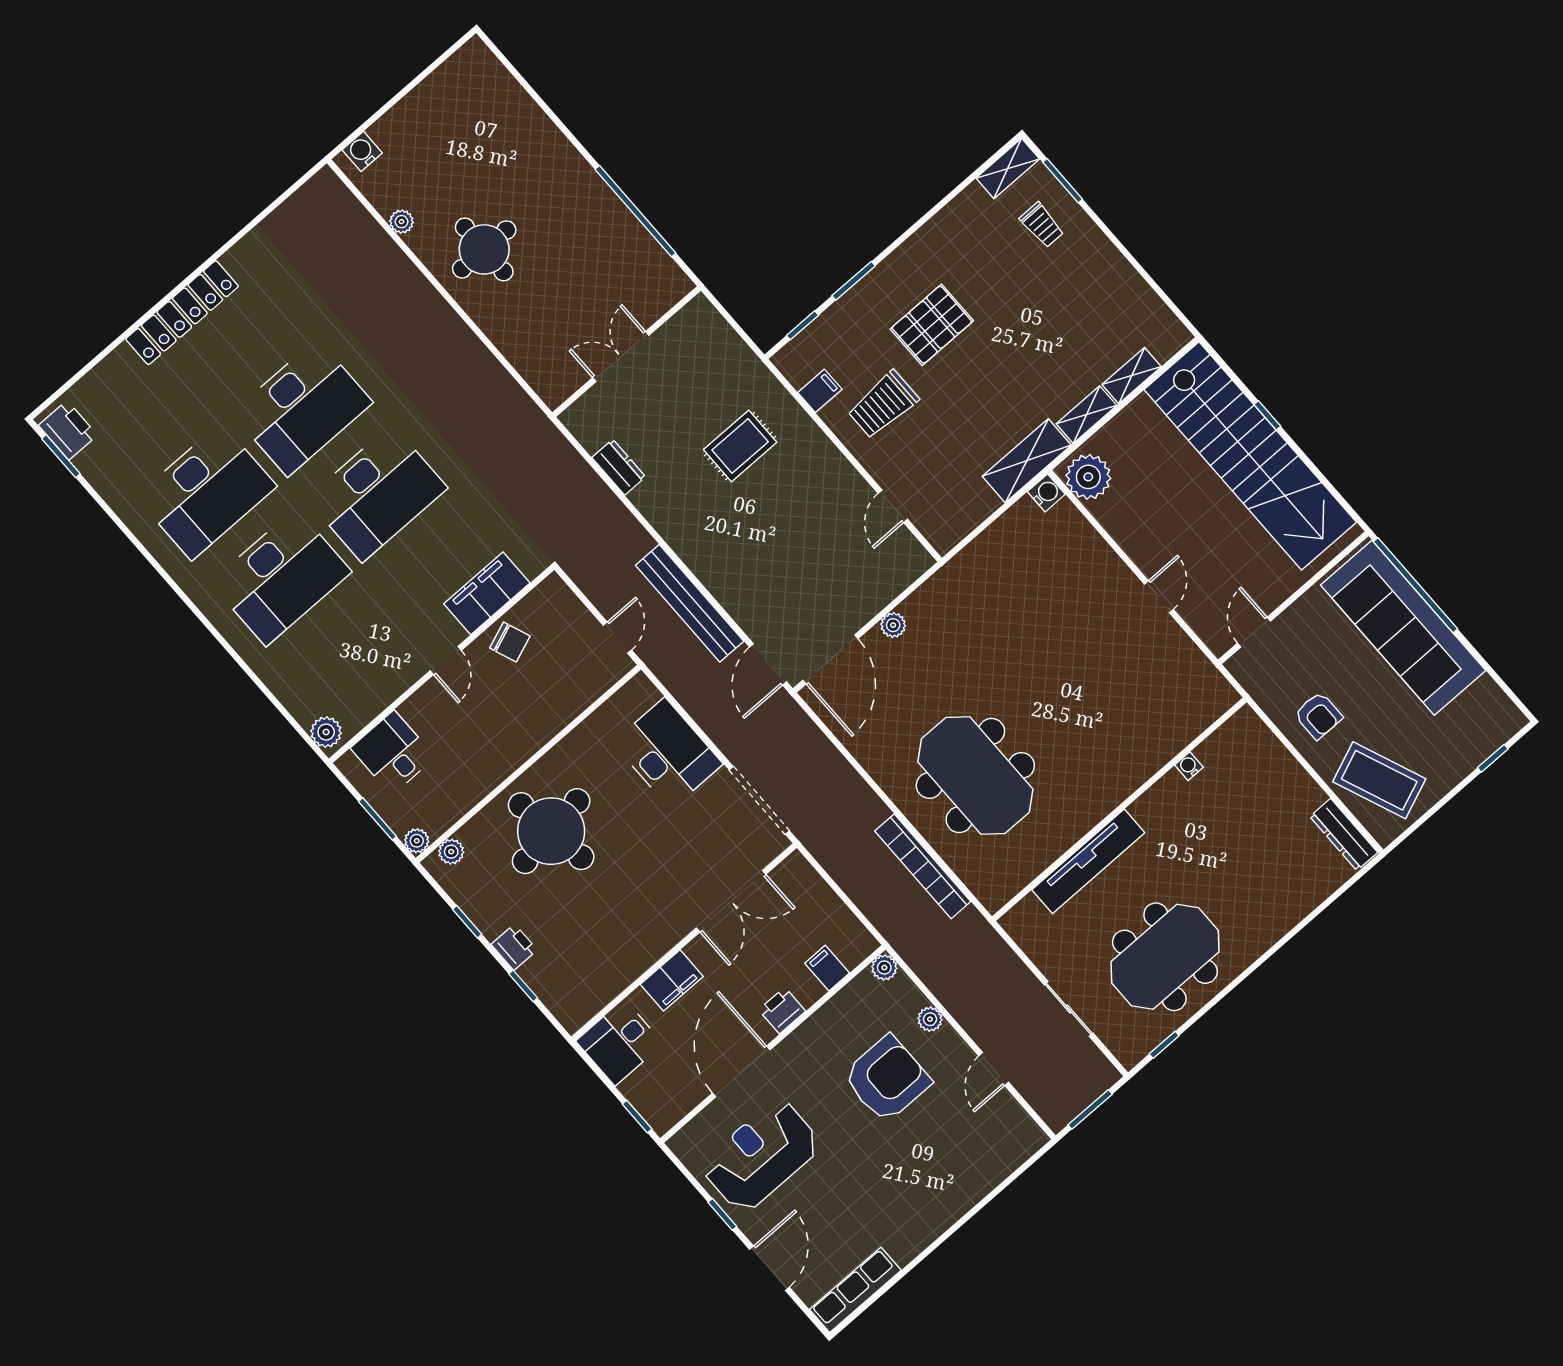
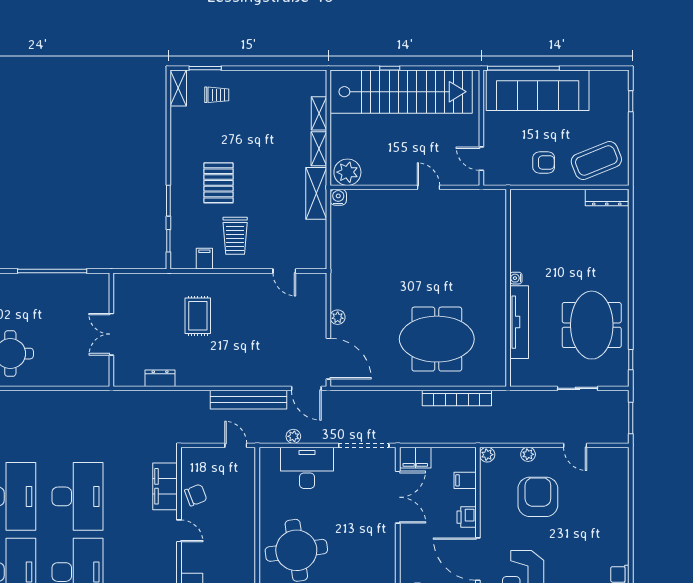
plant: (693, 701) -> (293, 436), added
water cooler: (1189, 766) -> (516, 278), moved
filing cabinet: (672, 980) -> (415, 458), moved, turned 90

